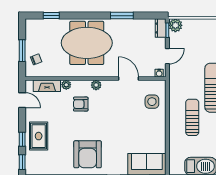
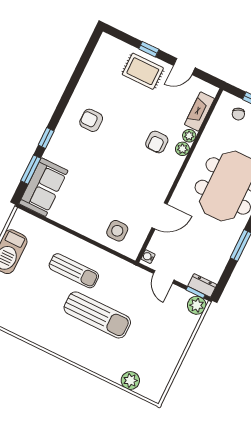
plant: (96, 85) -> (182, 149), moved
door: (22, 100) -> (184, 67), moved
armchair: (81, 104) -> (157, 142), turned 180
armchair: (88, 154) -> (91, 120), width x0.53, depth x0.53
window: (22, 162) -> (121, 35), removed

